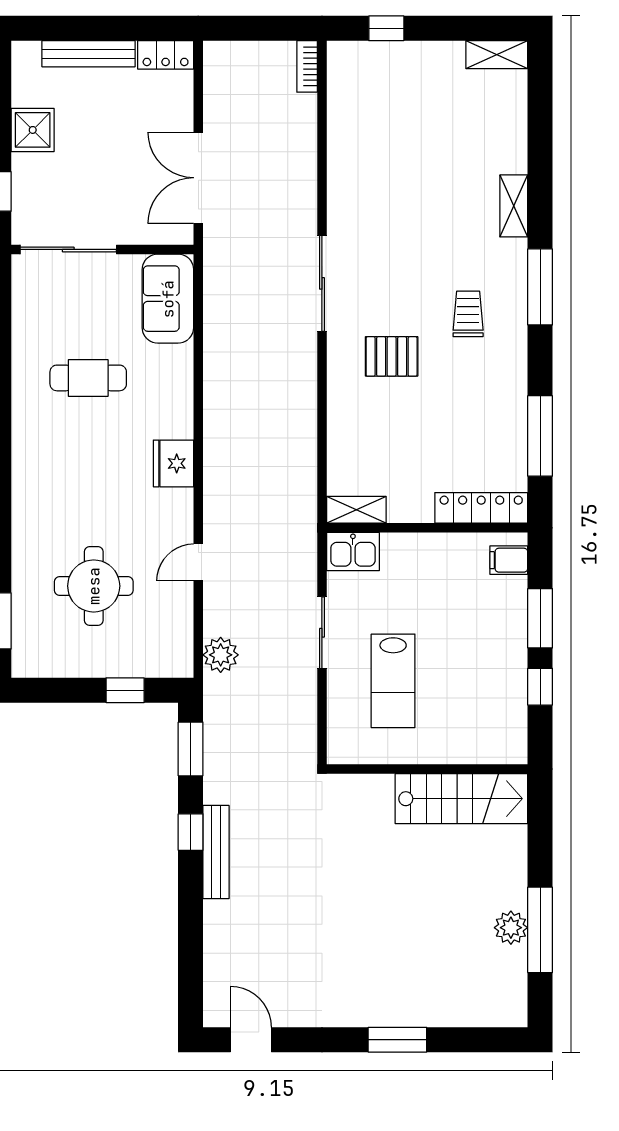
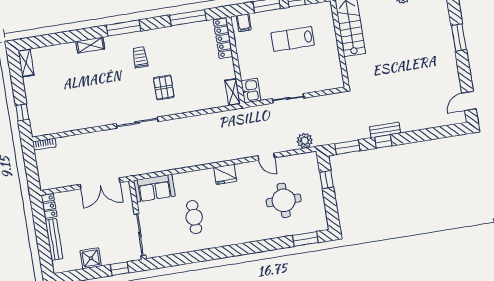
trolley: (468, 314) -> (140, 57), turned 90
lab bench: (393, 681) -> (293, 39), moved, turned 180
bench: (216, 852) -> (385, 130), width x0.73

